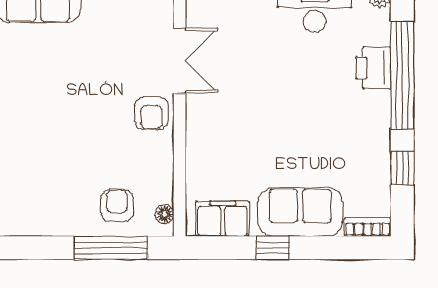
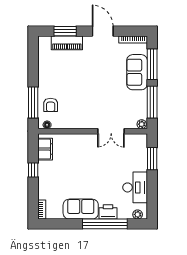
armchair: (151, 113) -> (89, 119), removed
window: (402, 168) -> (66, 224), removed
armchair: (117, 206) -> (51, 105), turned 90
sofa: (300, 212) -> (81, 209), moved, turned -90

